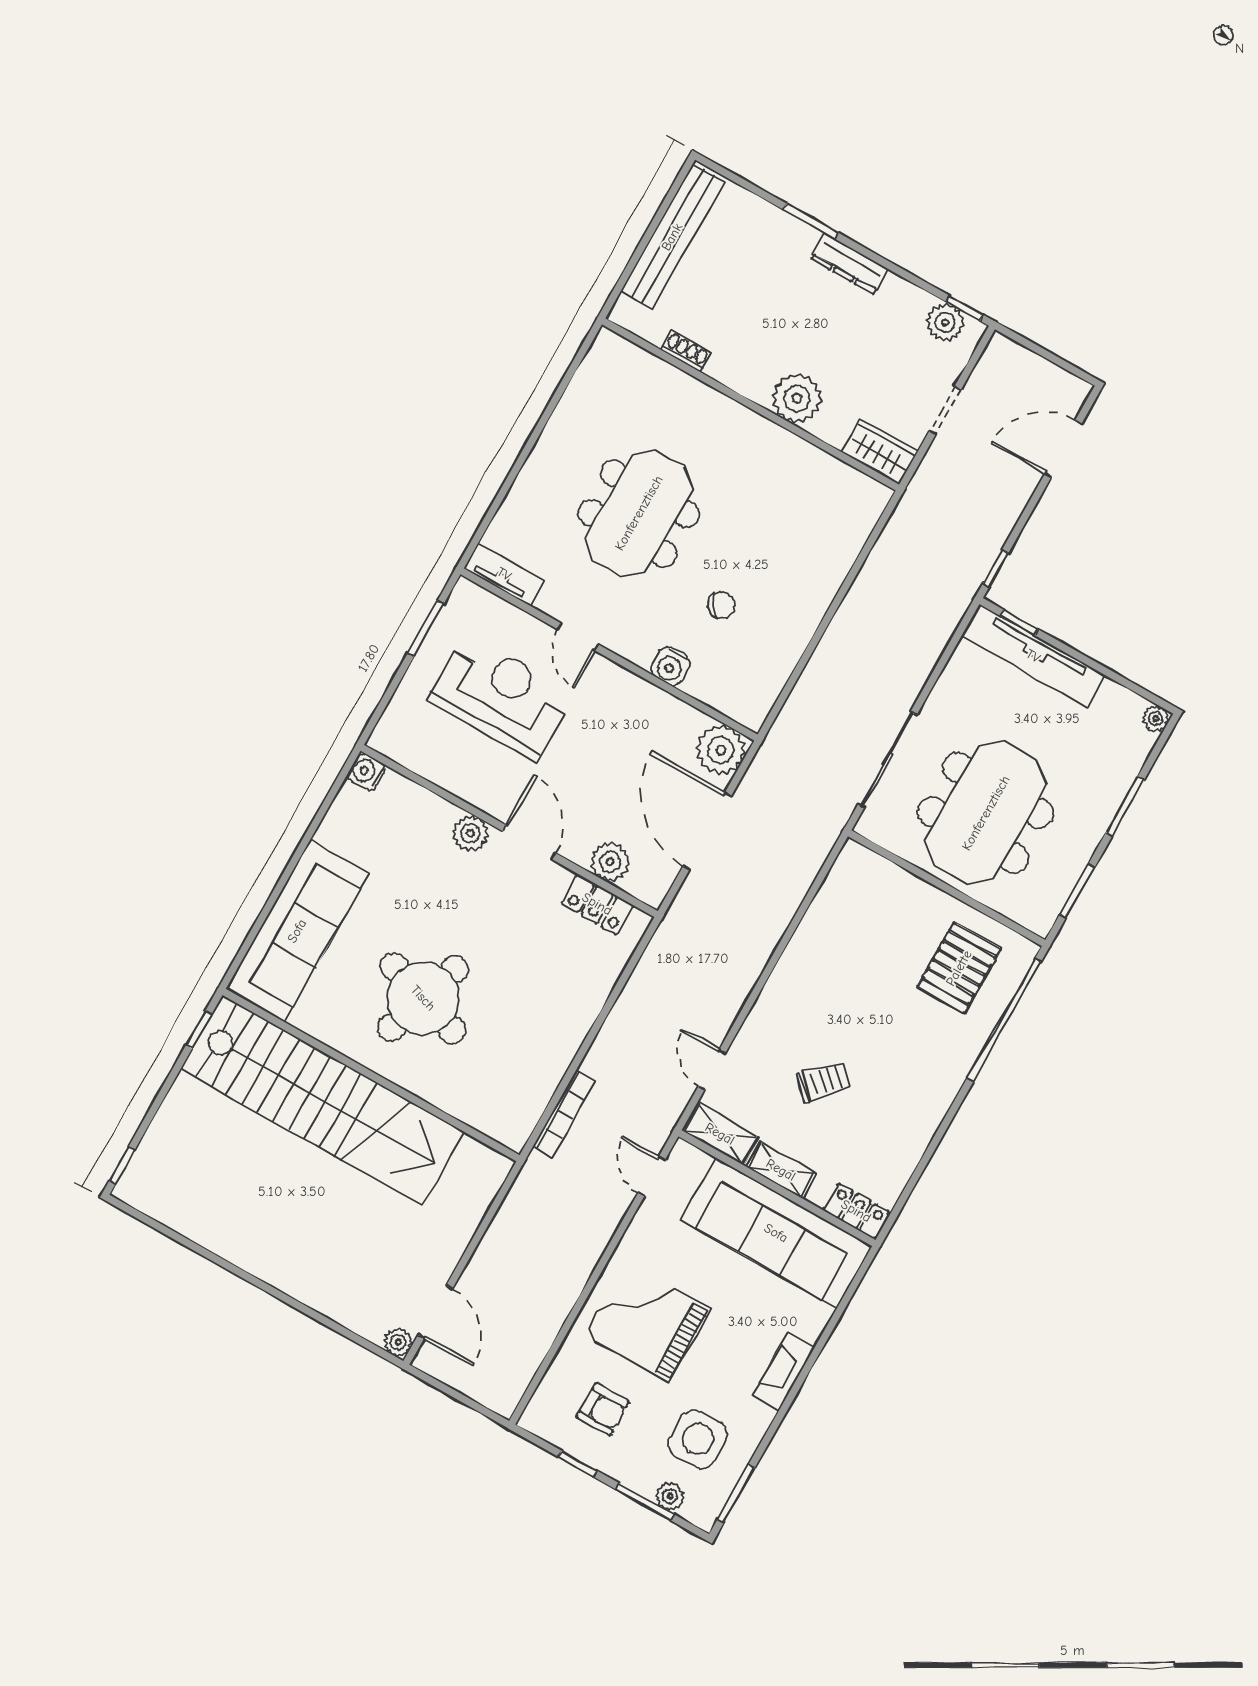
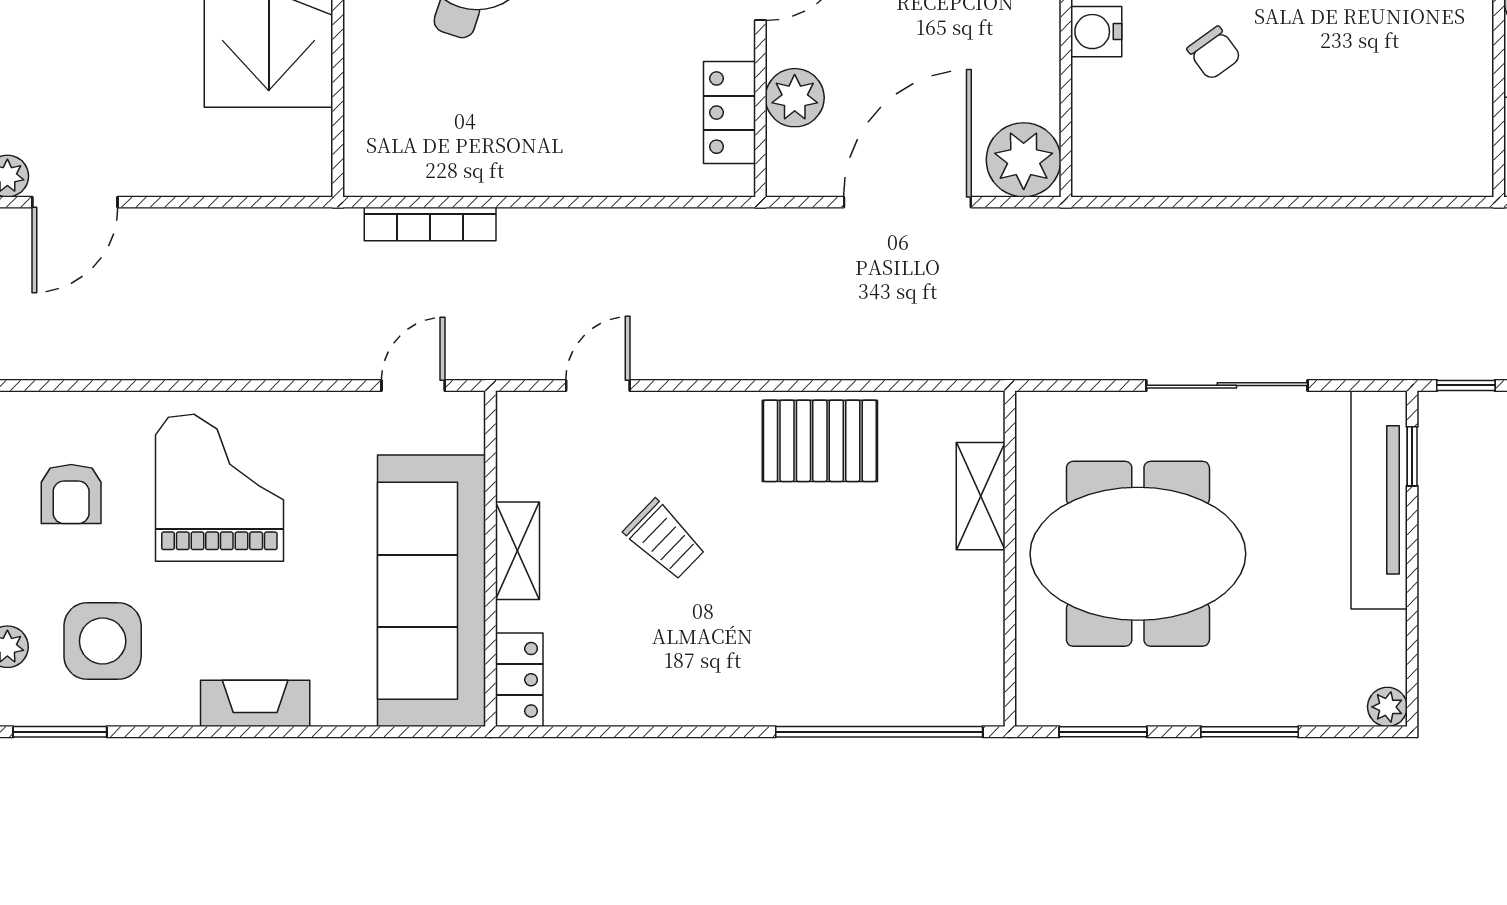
sliding door: (887, 760) -> (1227, 385), moved
pallet: (959, 968) -> (820, 441), moved
shelving: (720, 1134) -> (981, 496), moved

